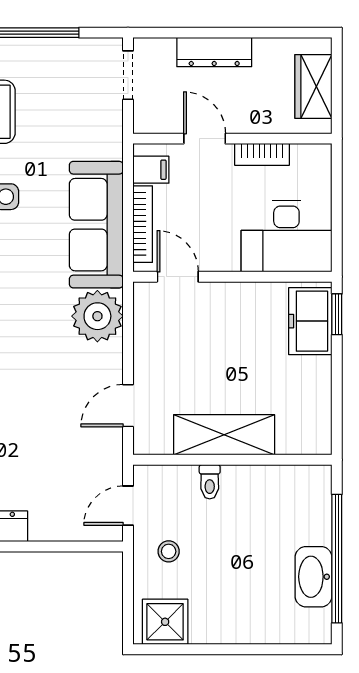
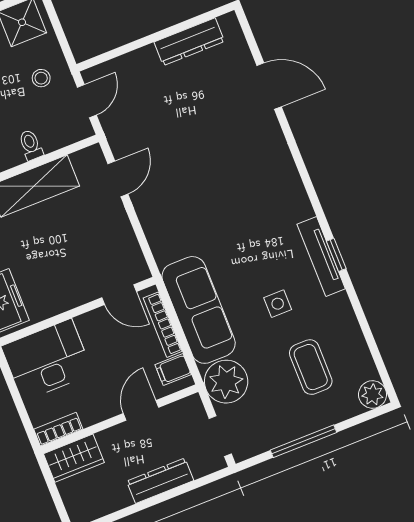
wardrobe: (313, 86) -> (74, 458), moved, turned 90
door: (205, 139) -> (141, 410), swing flipped
bookcase: (262, 154) -> (58, 429), moved
plant: (97, 316) -> (226, 382), moved

